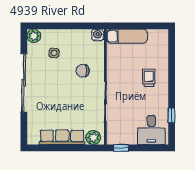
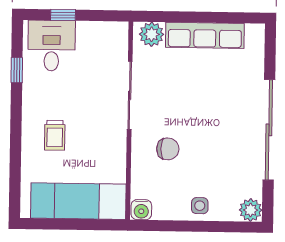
exam couch: (127, 36) -> (78, 201), width x1.36, depth x1.45
side table: (54, 53) -> (200, 206), moved
window: (121, 148) -> (63, 15), moved

